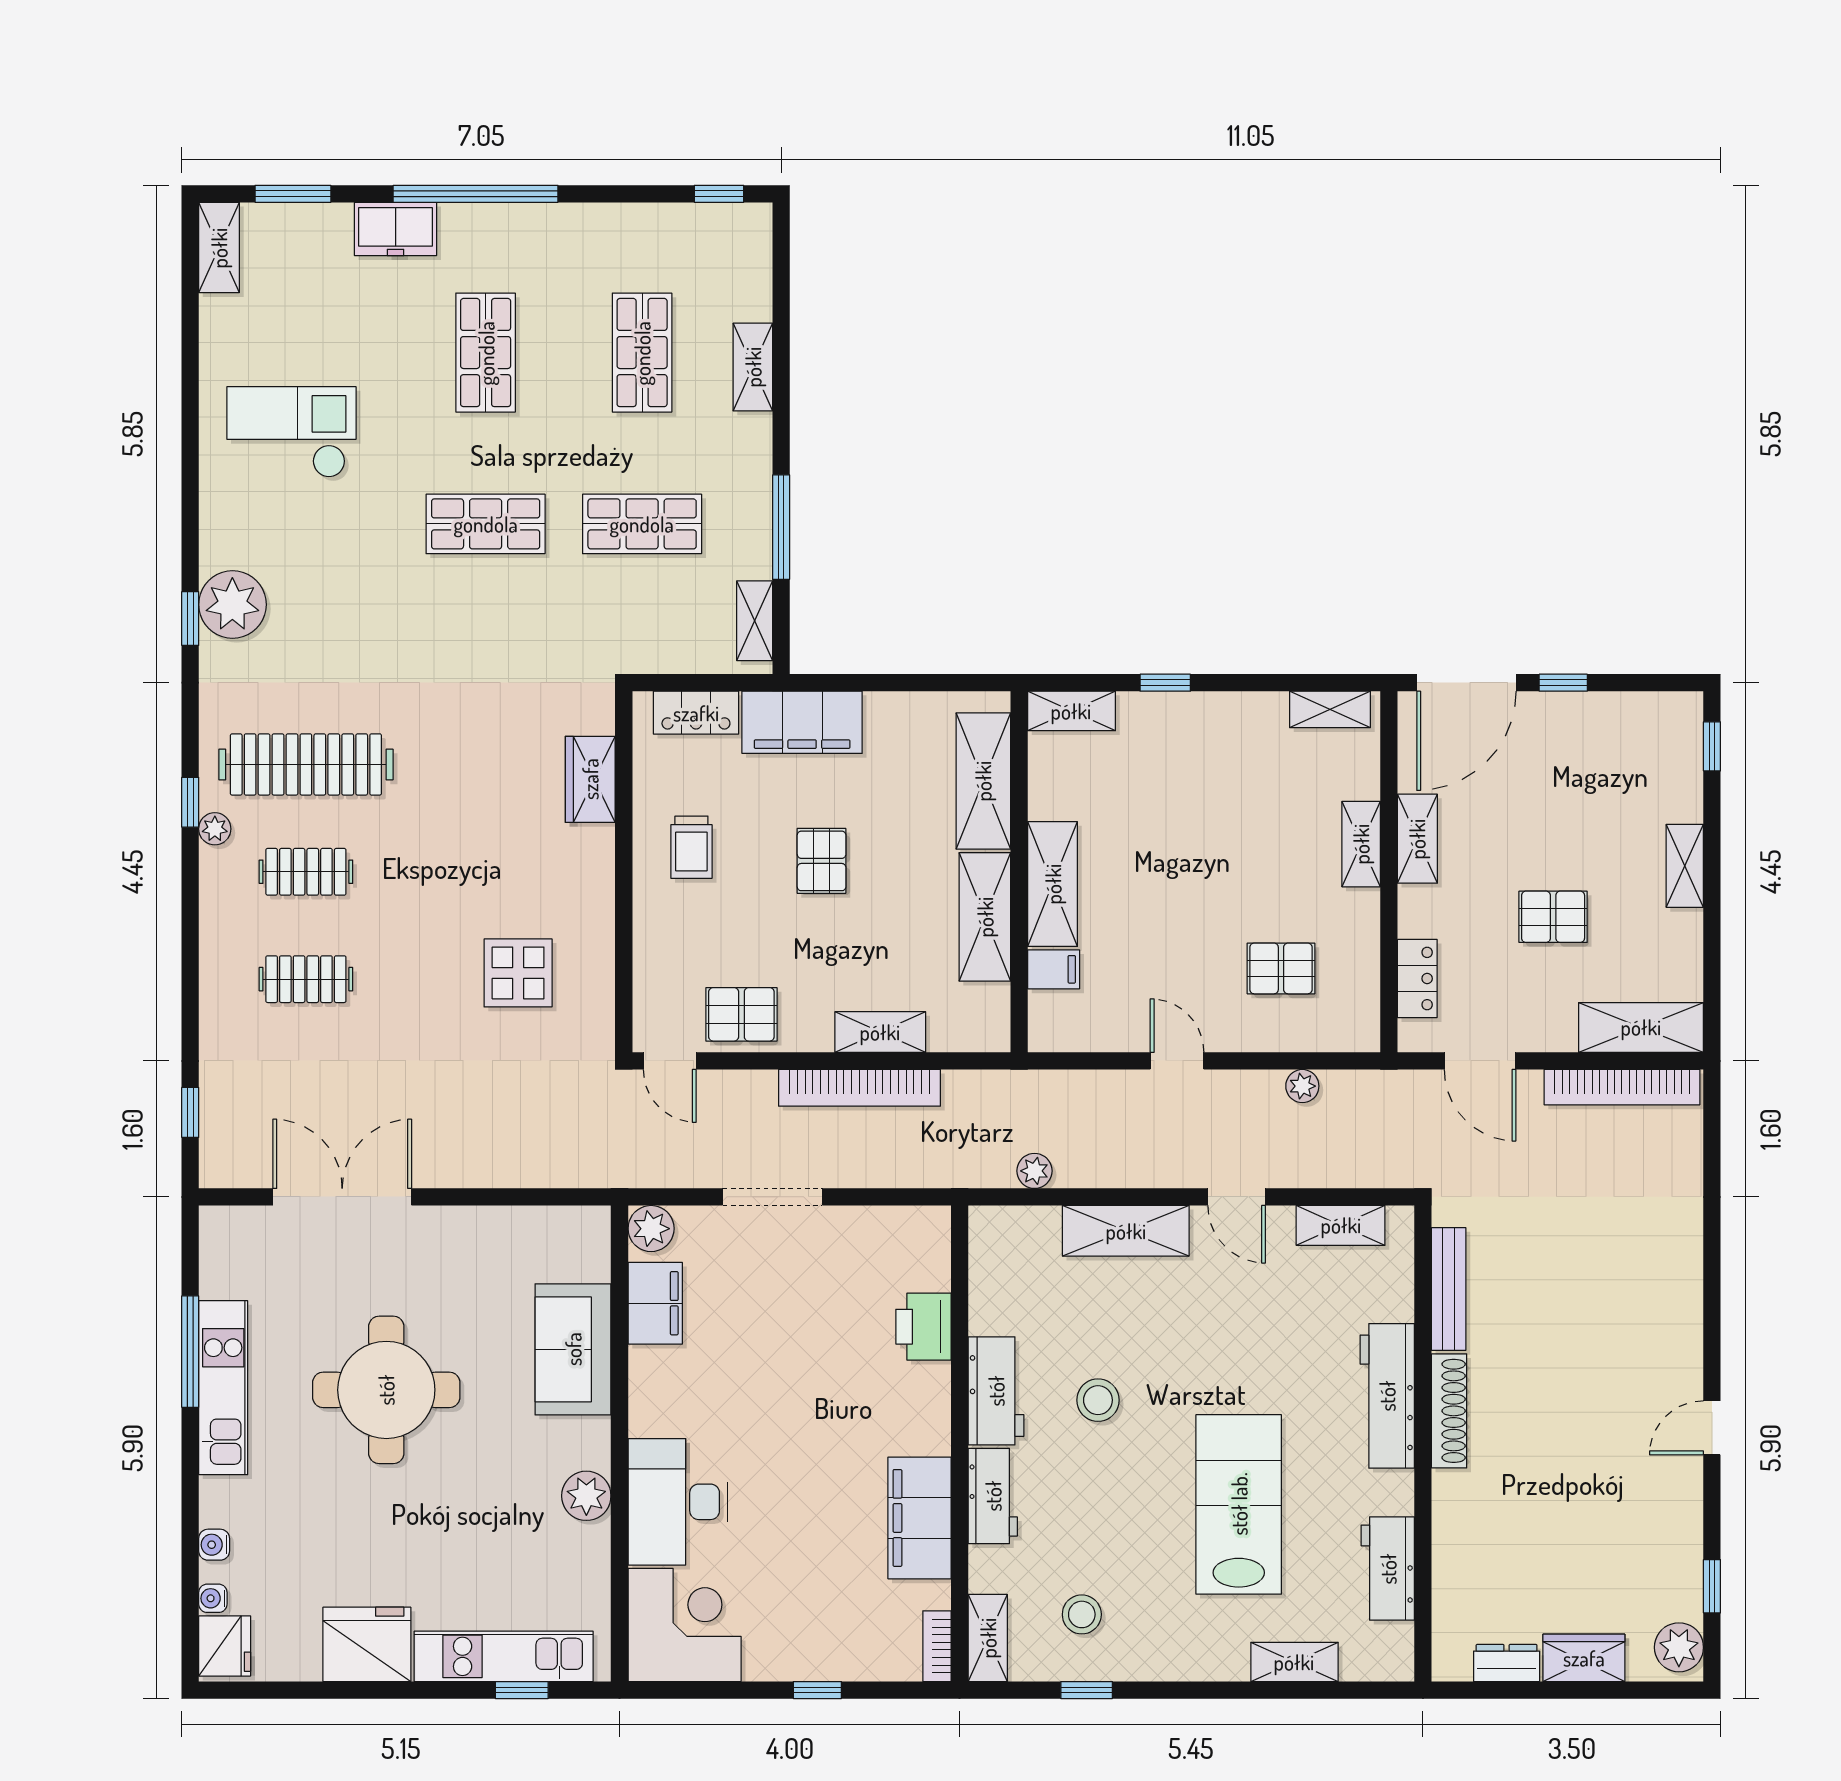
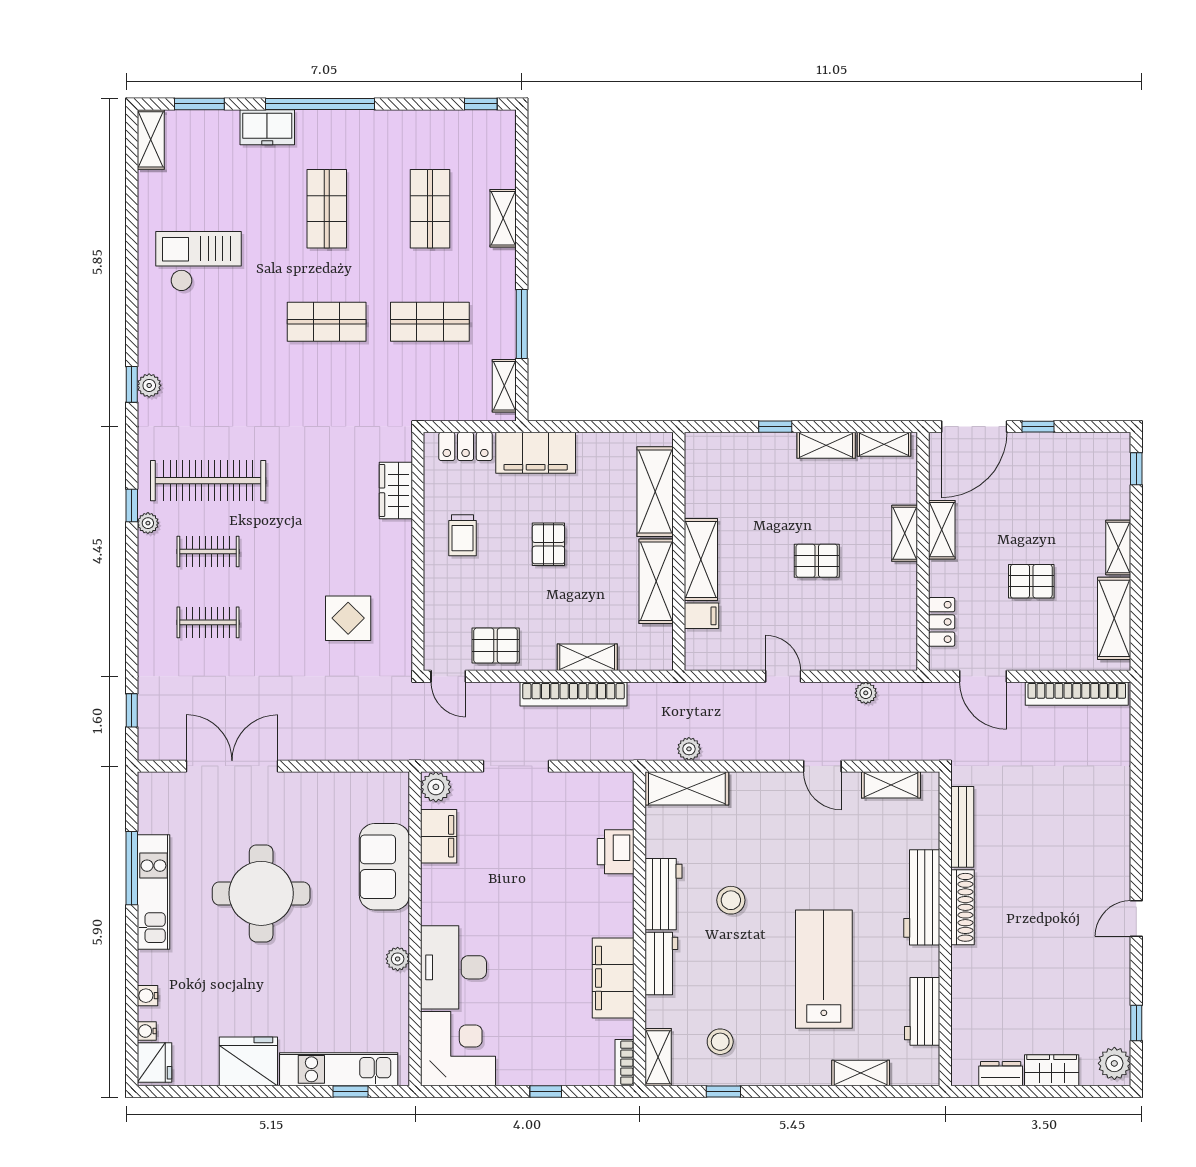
plant: (232, 605) -> (149, 385), width x0.53, depth x0.53
shelving: (1071, 711) -> (826, 445), moved
pallet: (1281, 968) -> (817, 561), moved
shelving: (1641, 1027) -> (1114, 618), moved, turned 90
shelving: (1126, 1231) -> (687, 788), moved
plant: (586, 1496) -> (398, 959), width x0.73, depth x0.73

